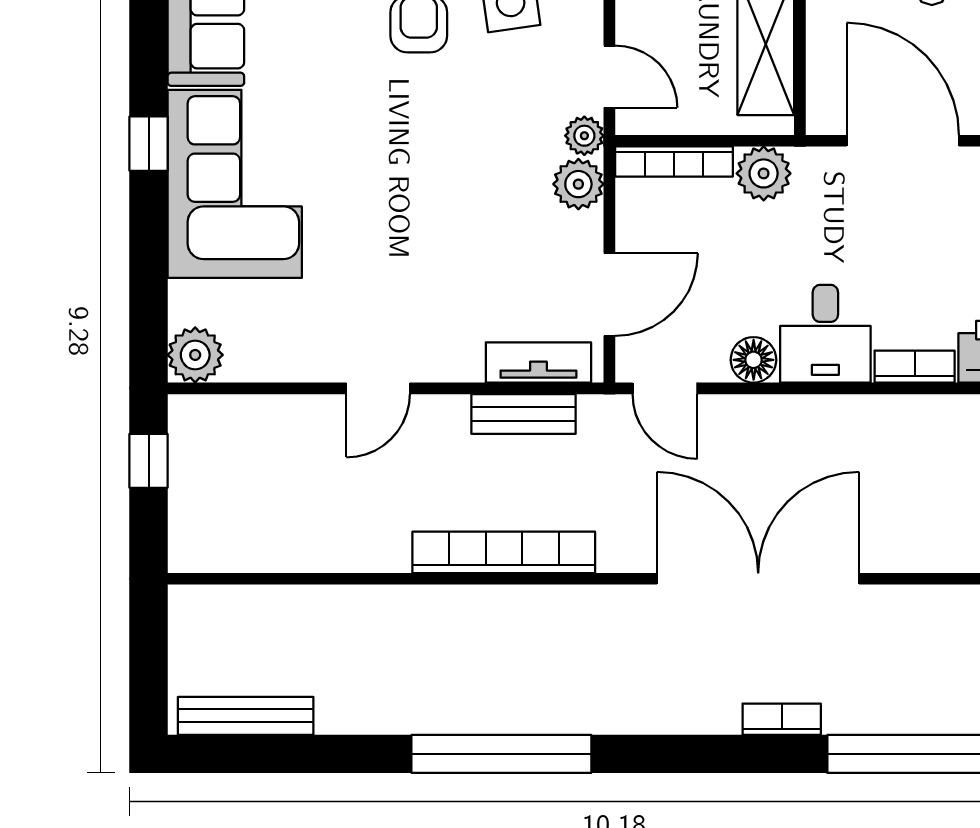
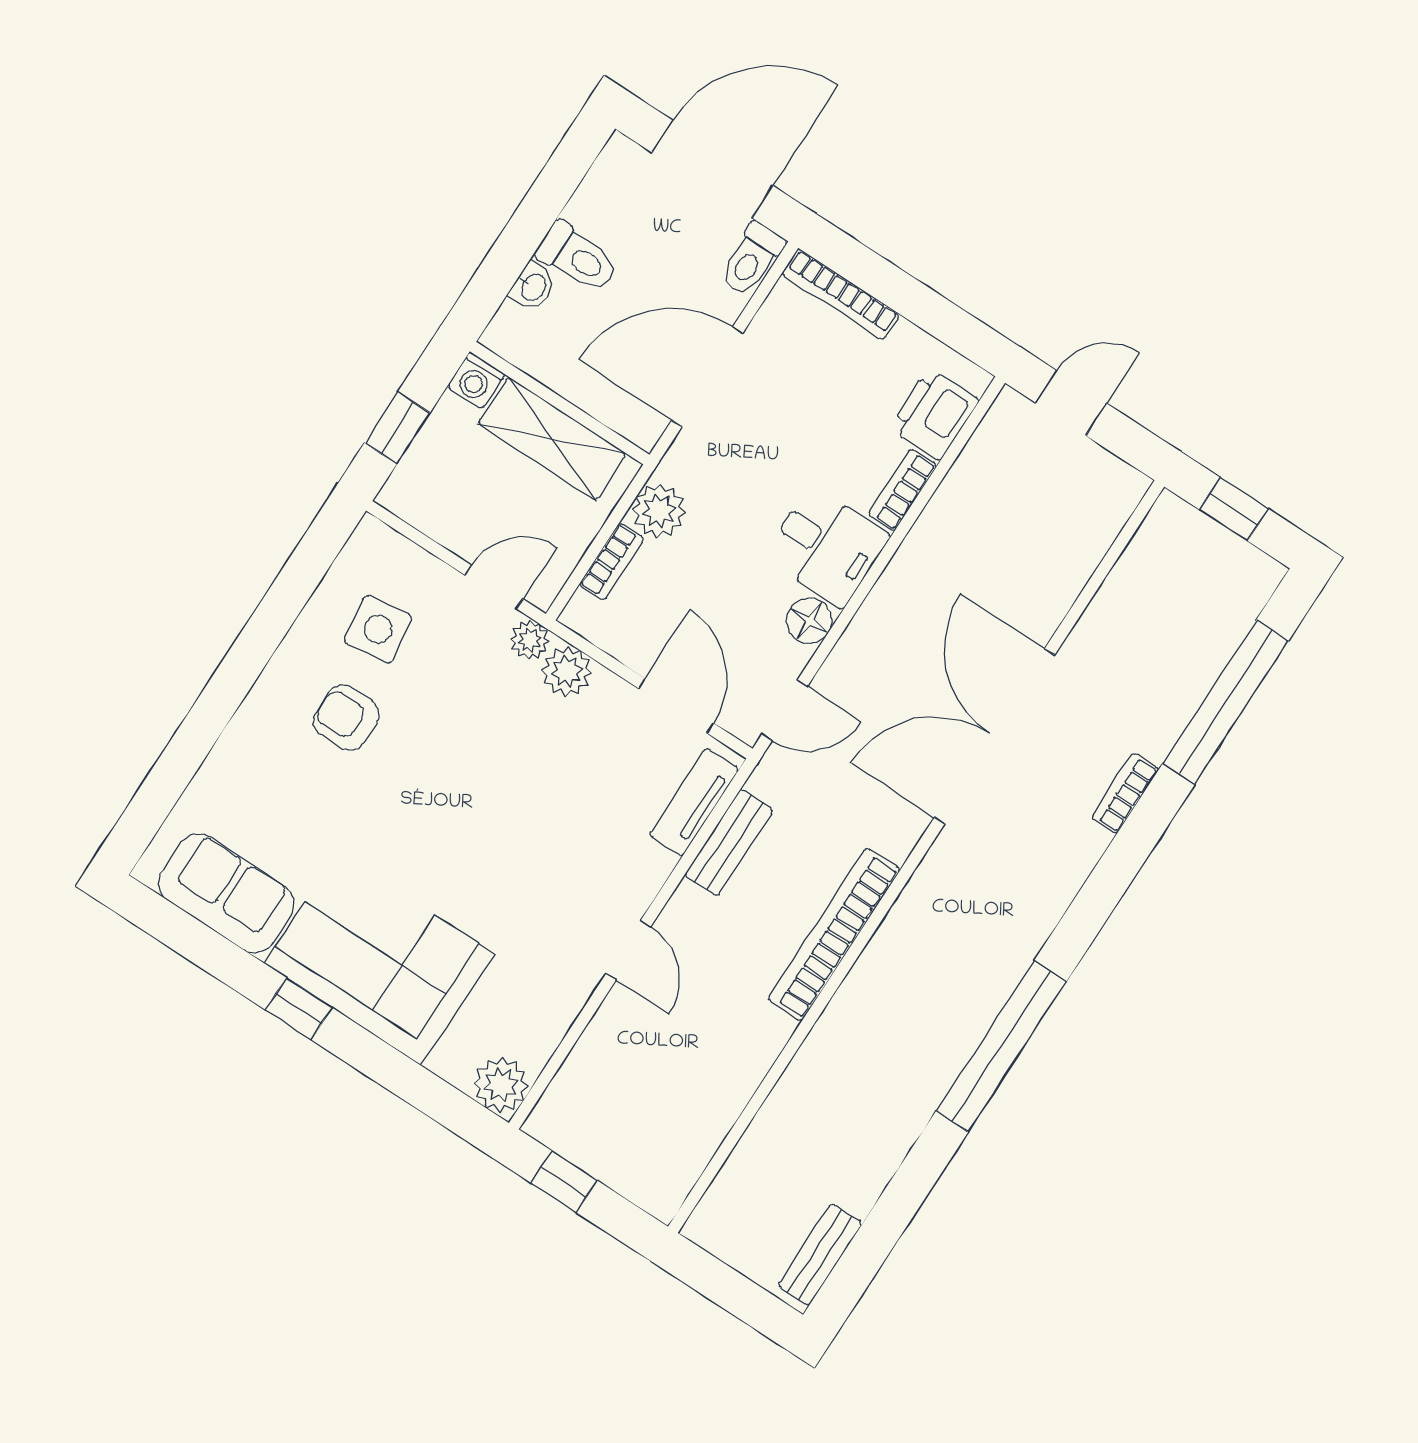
bookcase: (674, 161) -> (612, 562), width x0.64
bench: (246, 716) -> (820, 1254), width x0.73

